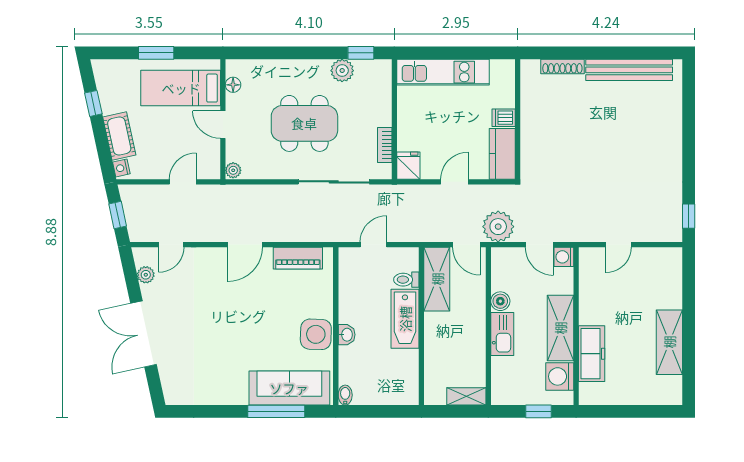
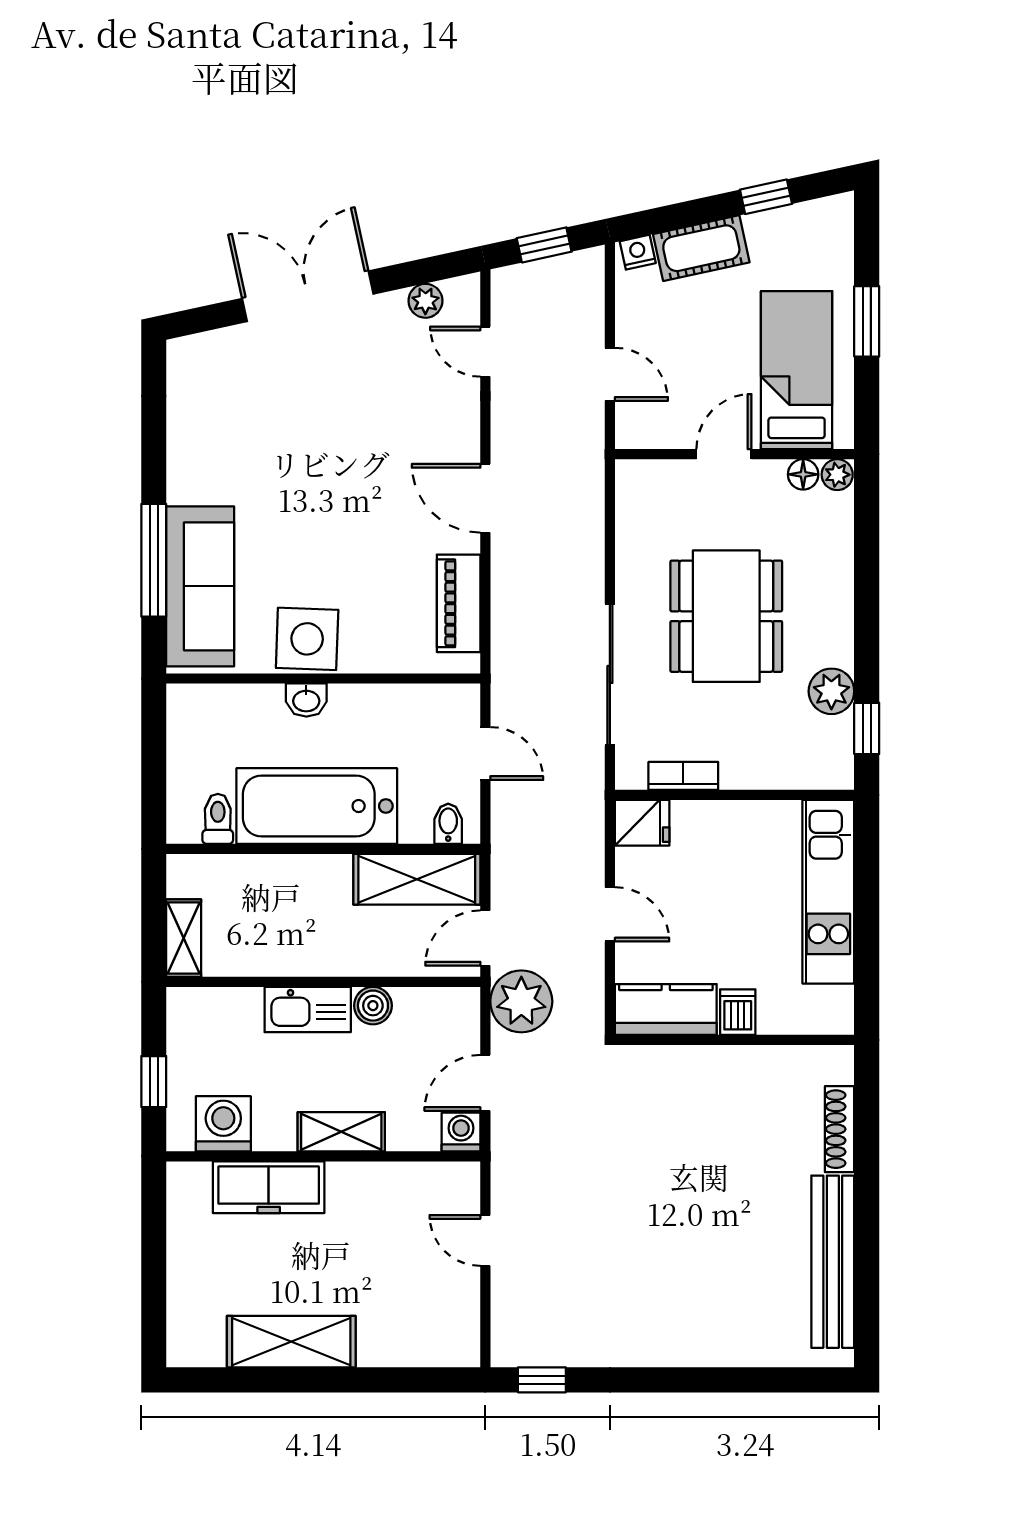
plant: (233, 170) -> (837, 475), moved
toilet: (406, 280) -> (218, 819), moved
bathtub: (405, 319) -> (317, 806), width x1.36, depth x1.36
shelving: (560, 328) -> (341, 1132), width x0.67, depth x0.75
bidet: (345, 395) -> (448, 824), moved, turned -90

